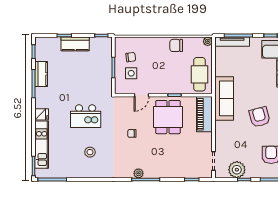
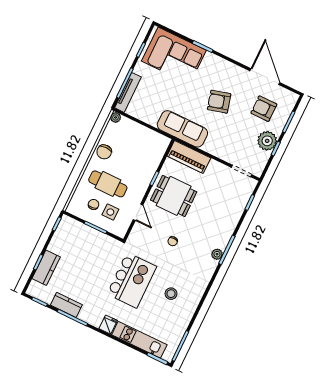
kitchen counter: (75, 44) -> (46, 268), moved
cafe table: (200, 74) -> (108, 184), moved
kitchen island: (86, 116) -> (132, 280), width x1.37, depth x1.28
plant: (237, 170) -> (267, 141), moved

